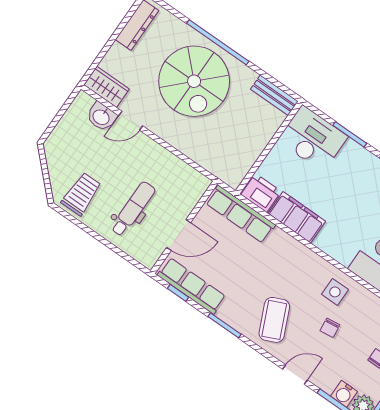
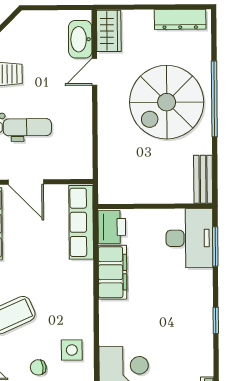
washbasin: (101, 117) -> (80, 39), width x1.38
door: (131, 121) -> (95, 72), hinge flipped
window: (350, 134) -> (215, 247), moved

